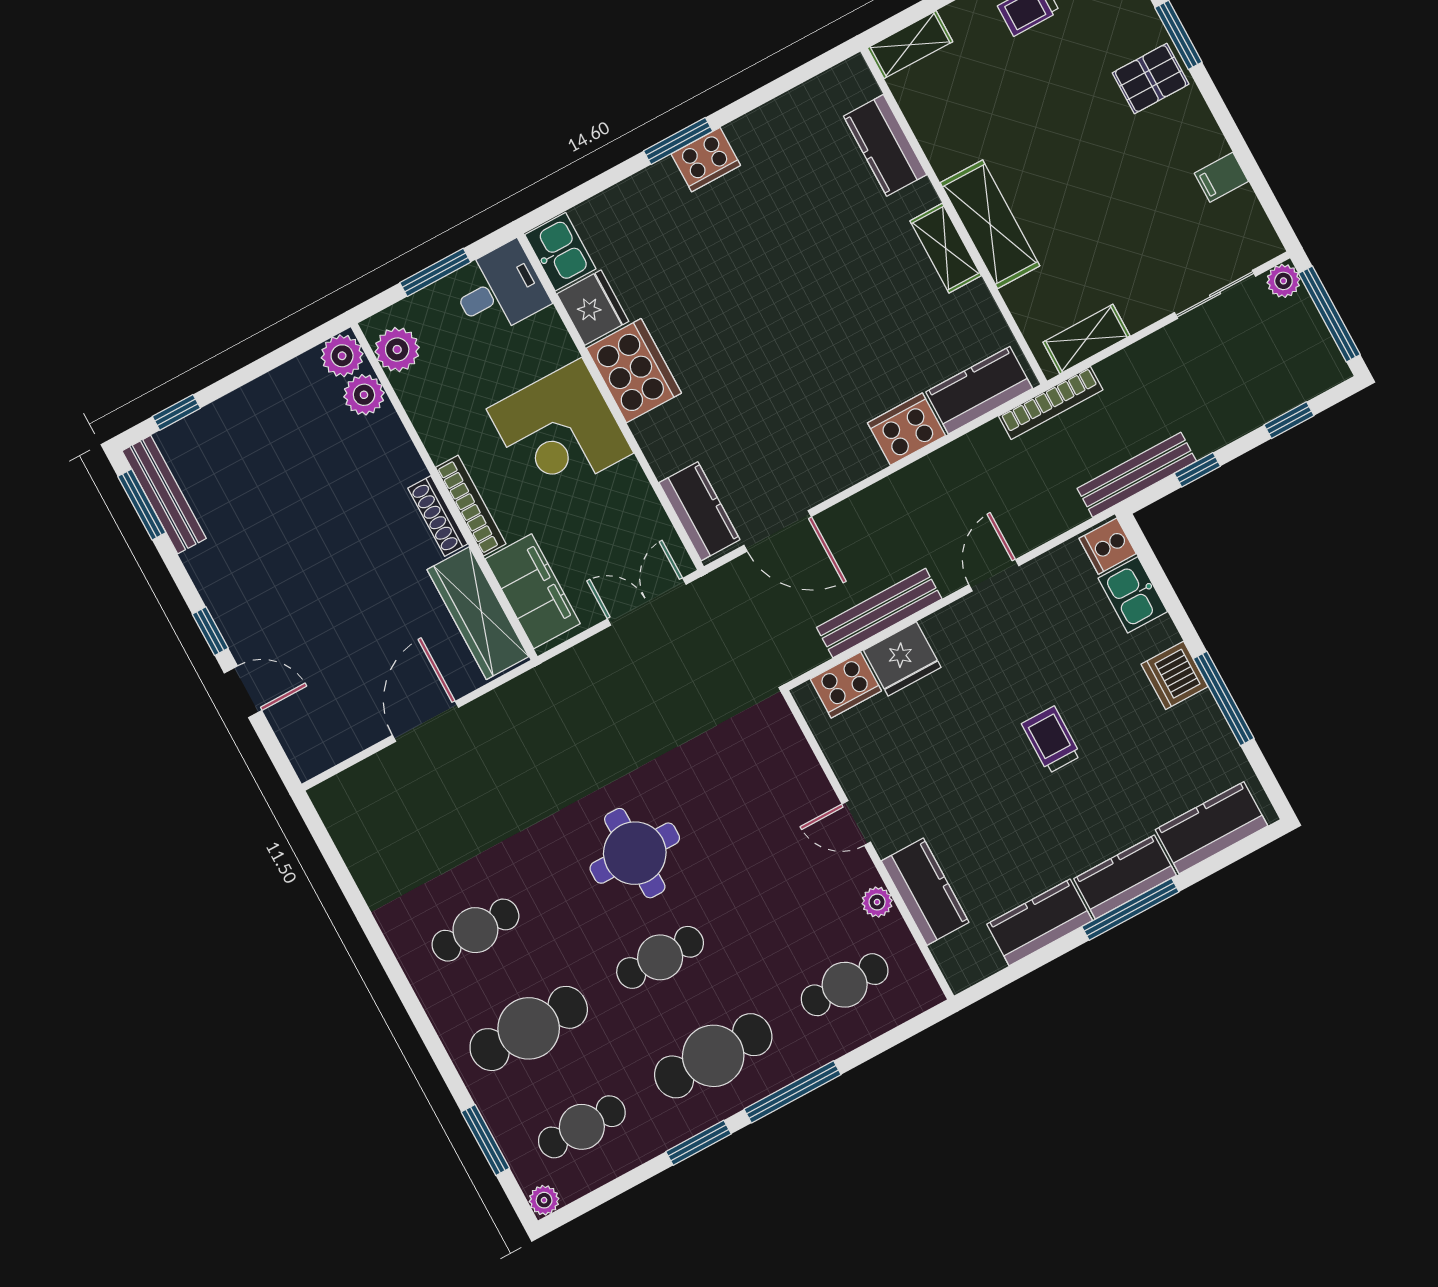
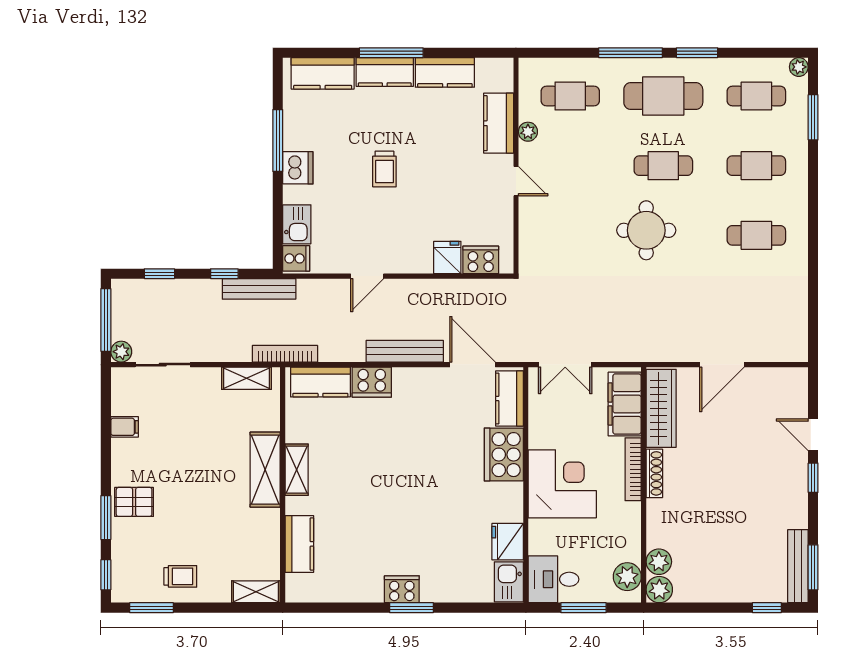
cooker: (634, 371) -> (504, 455), moved
bench: (879, 613) -> (405, 351), moved
fridge: (902, 659) -> (447, 257), width x0.72
cafe table: (529, 1028) -> (756, 166), width x0.73, depth x0.74

